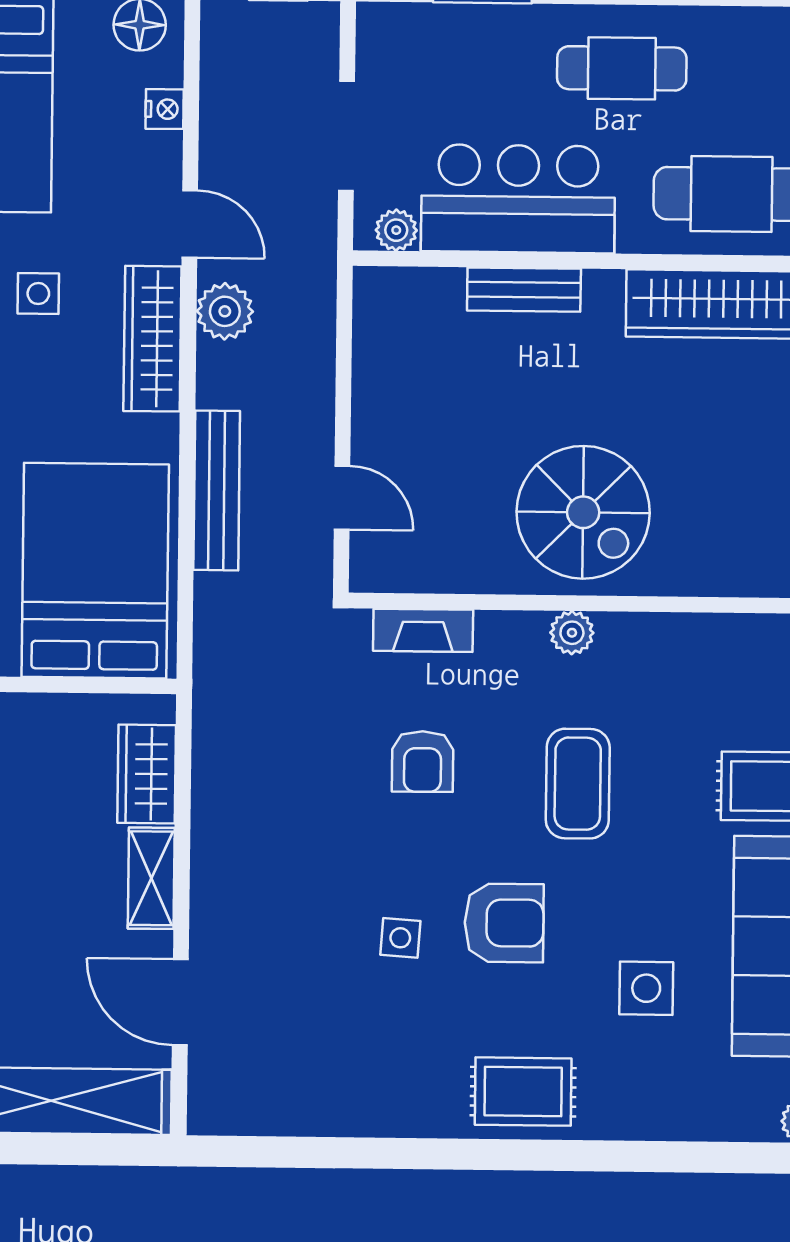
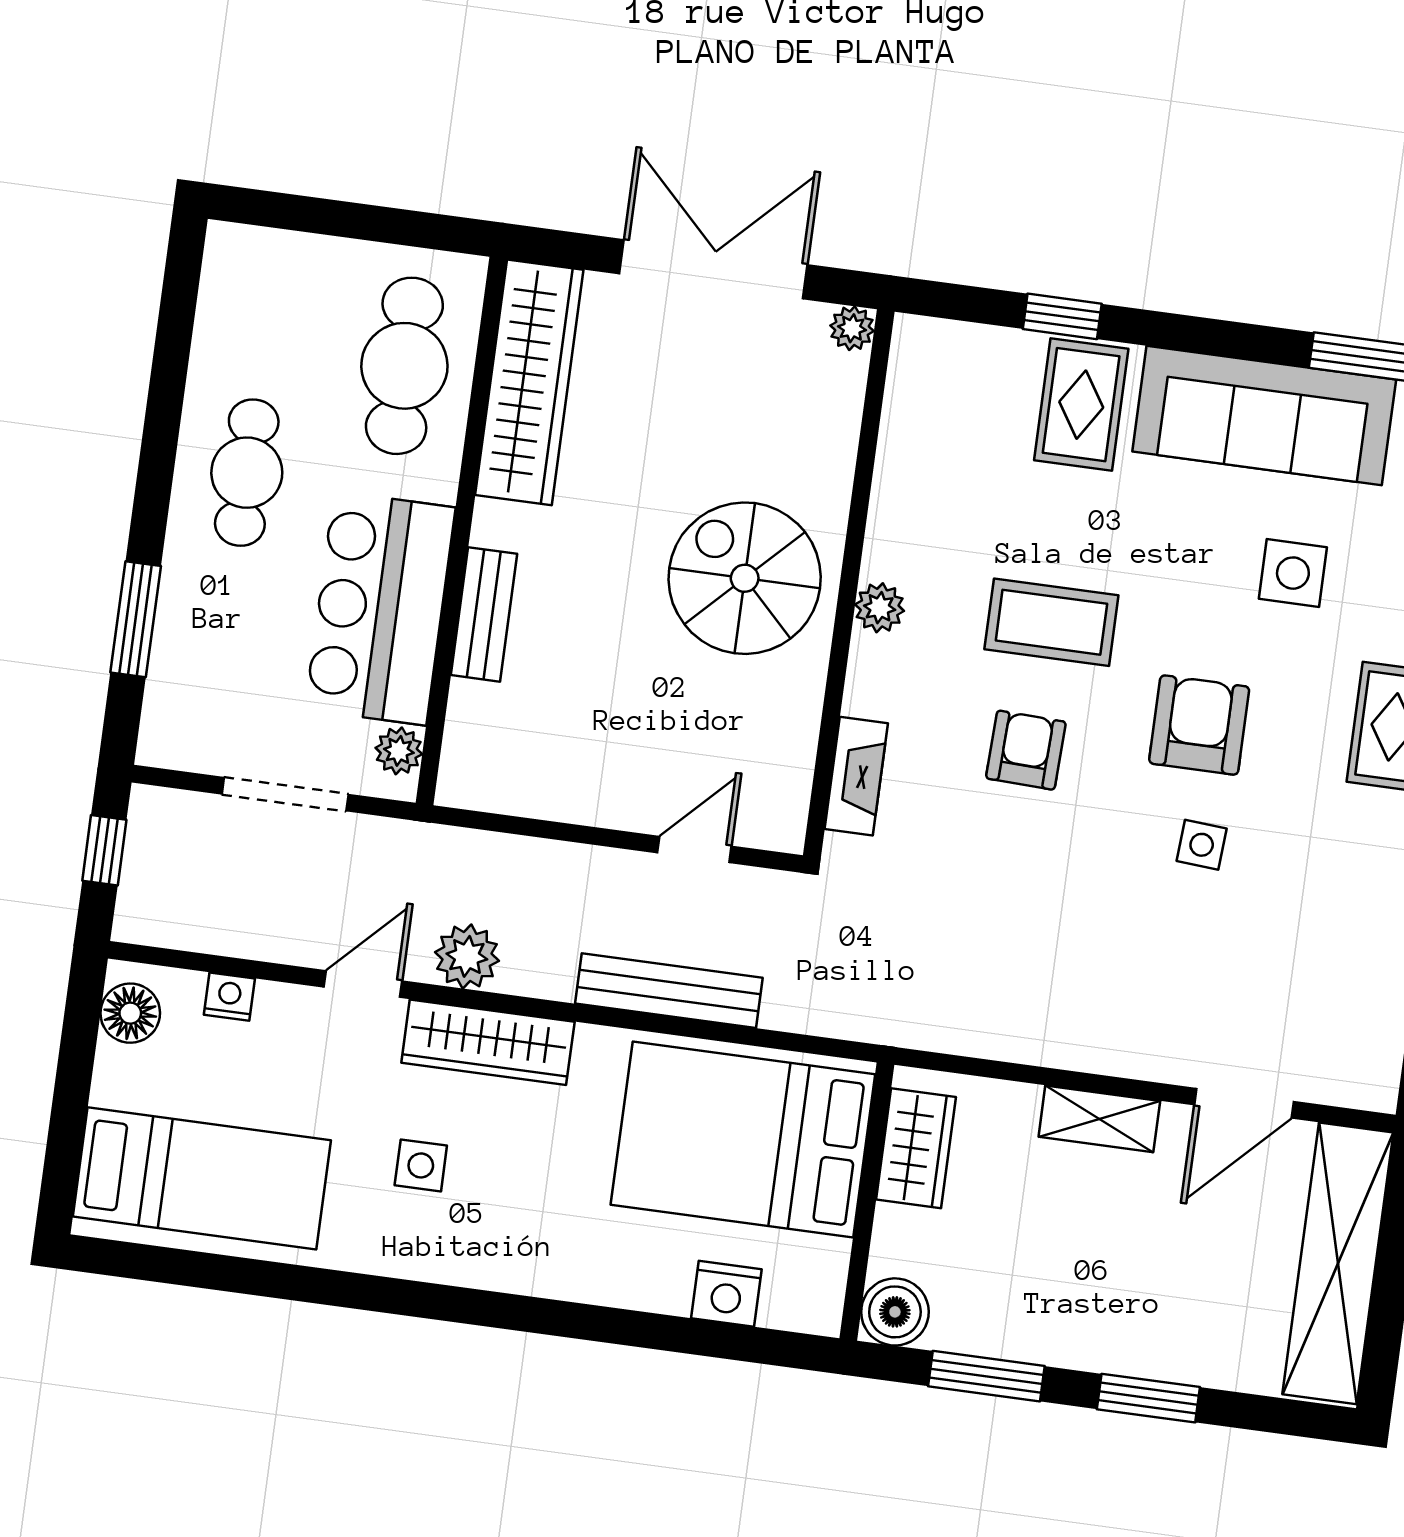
spiral stairs: (583, 512) -> (745, 578), turned -90
armchair: (423, 761) -> (1026, 750), moved, turned -88
wardrobe: (147, 774) -> (916, 1148), moved, turned -90

